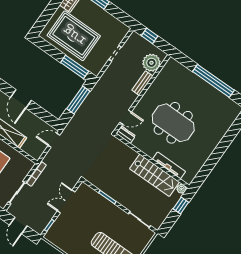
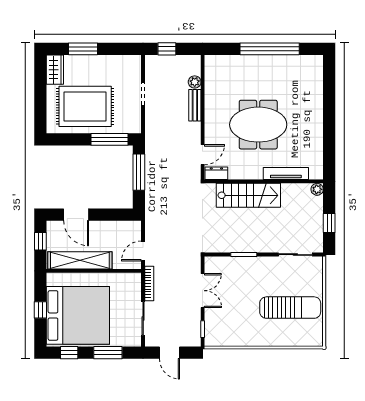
plant: (151, 63) -> (195, 82), width x0.53, depth x0.53
door: (54, 140) -> (143, 251), moved
stairs: (155, 175) -> (248, 195), moved
double door: (66, 201) -> (203, 291), swing flipped
window: (181, 205) -> (329, 223), moved

